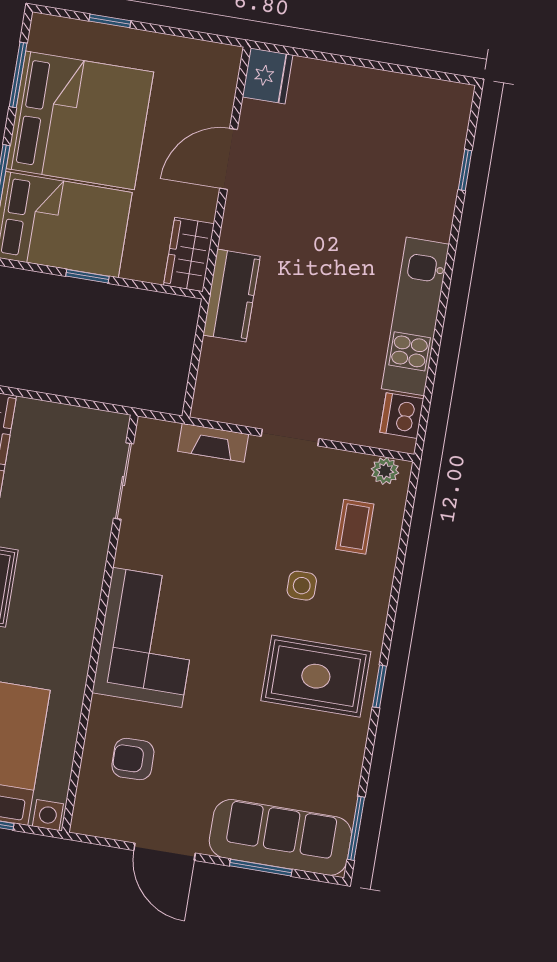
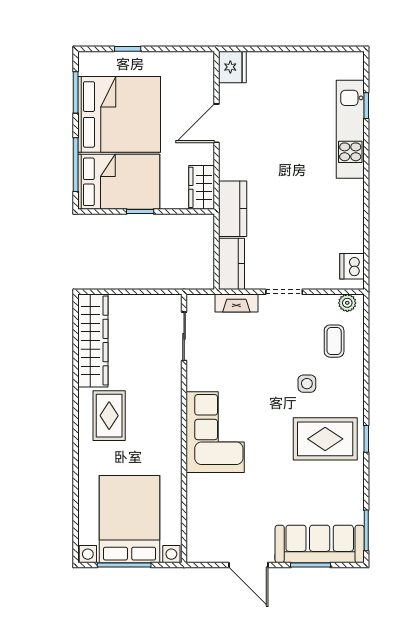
kitchen unit: (415, 316) -> (350, 129), moved
kitchen counter: (216, 381) -> (232, 264), added
armchair: (133, 759) -> (219, 510), removed

